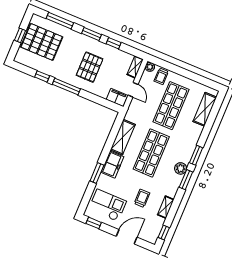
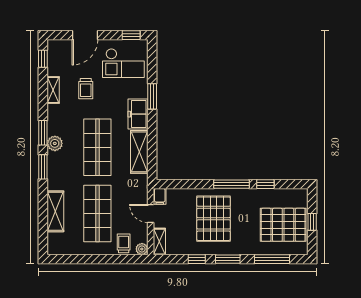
pallet: (90, 67) -> (214, 219), width x1.37, depth x1.41
filing cabinet: (117, 97) -> (160, 196), width x0.50
shelving: (205, 109) -> (55, 211), moved

